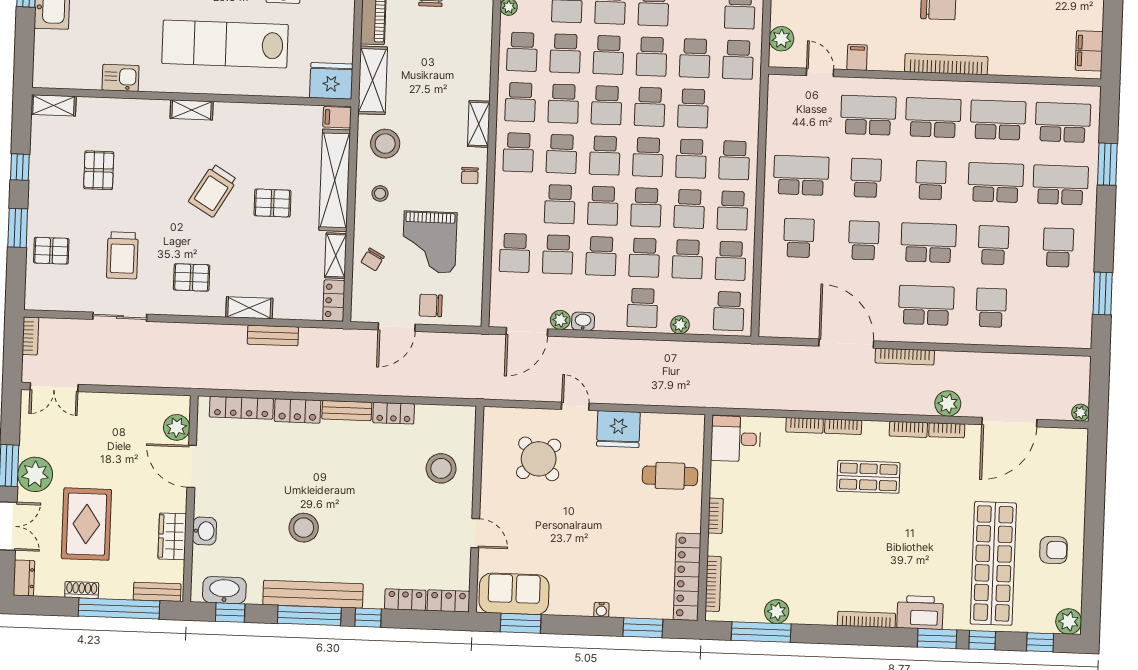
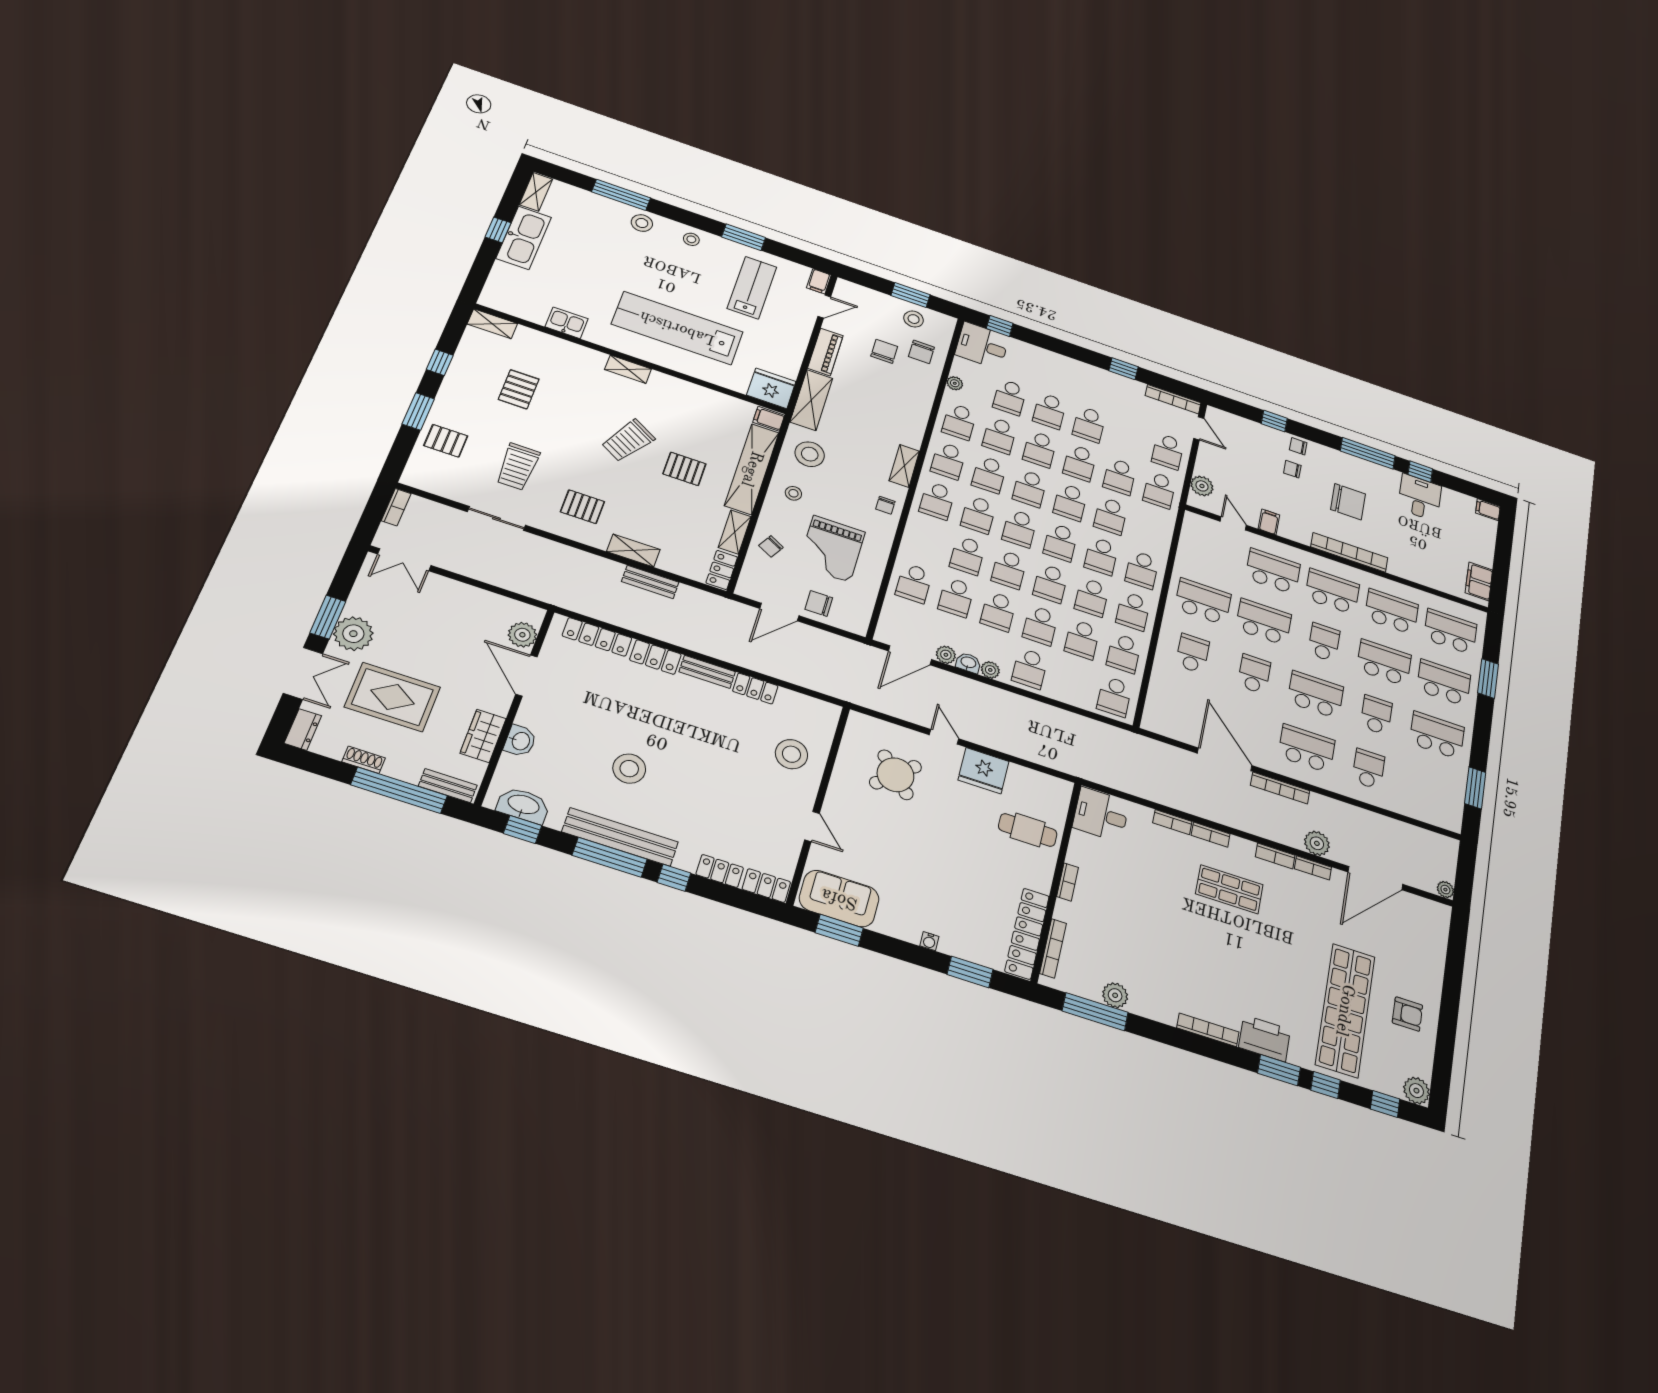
school desk: (866, 178) -> (1264, 622), width x1.85
school desk: (1058, 248) -> (1437, 735), width x1.85
plant: (680, 325) -> (990, 670), moved
rug: (86, 524) -> (392, 697), turned 90

